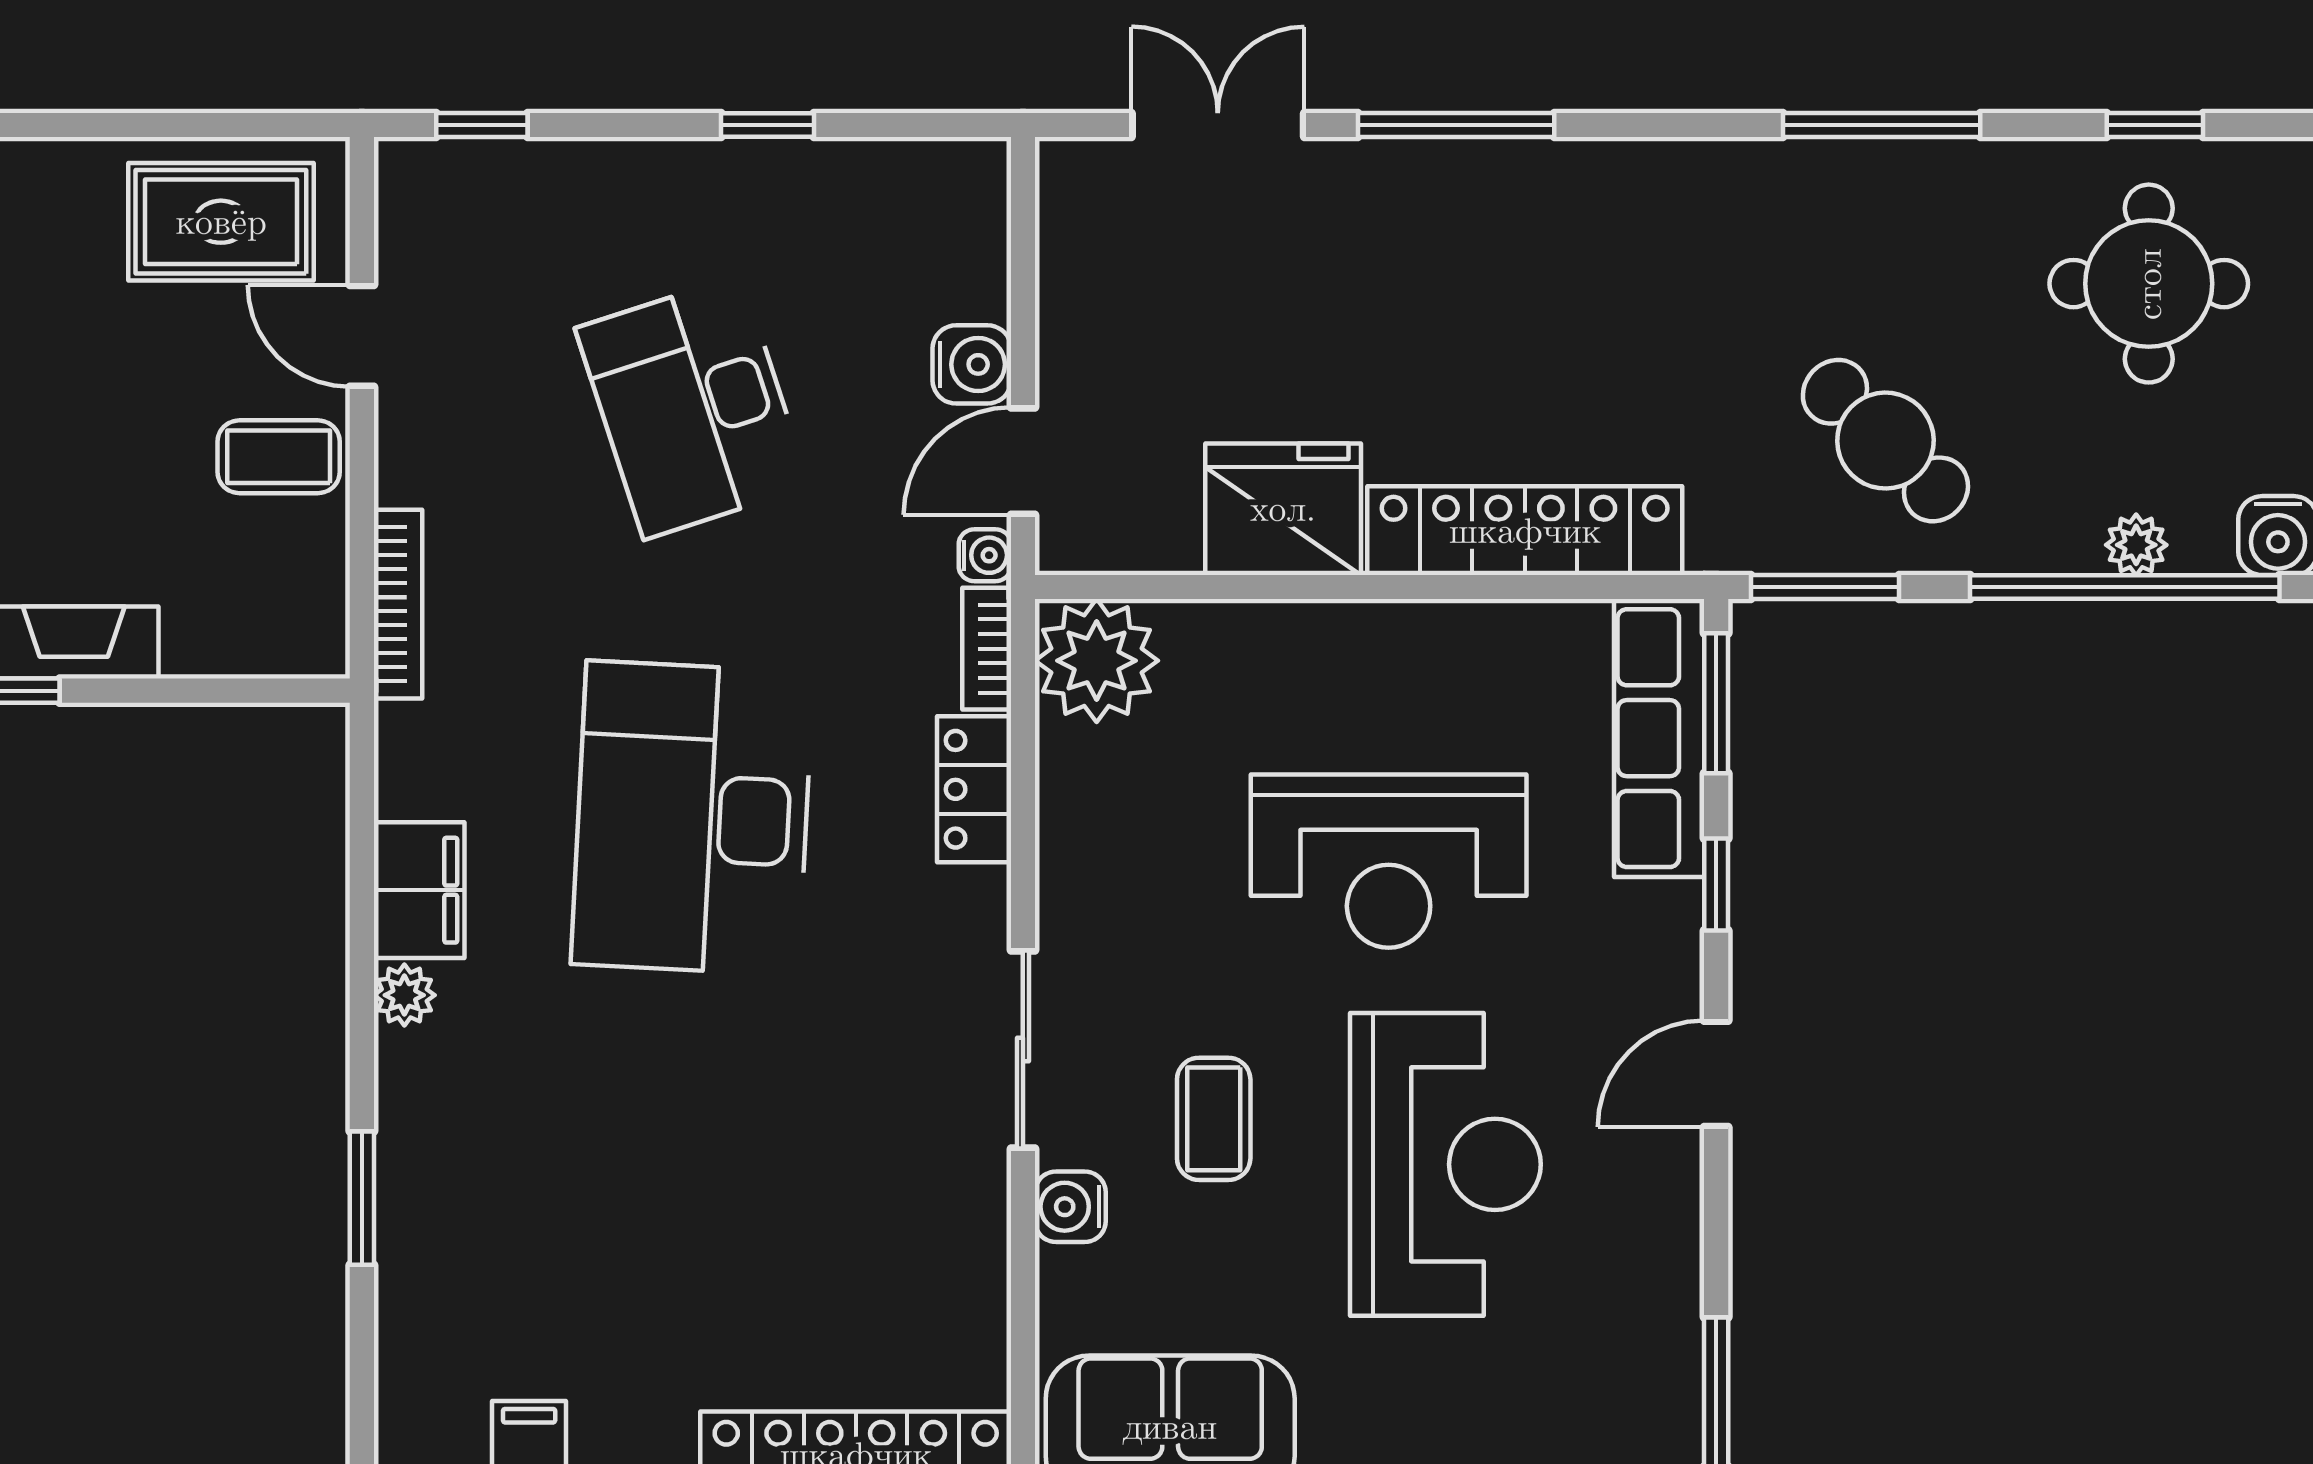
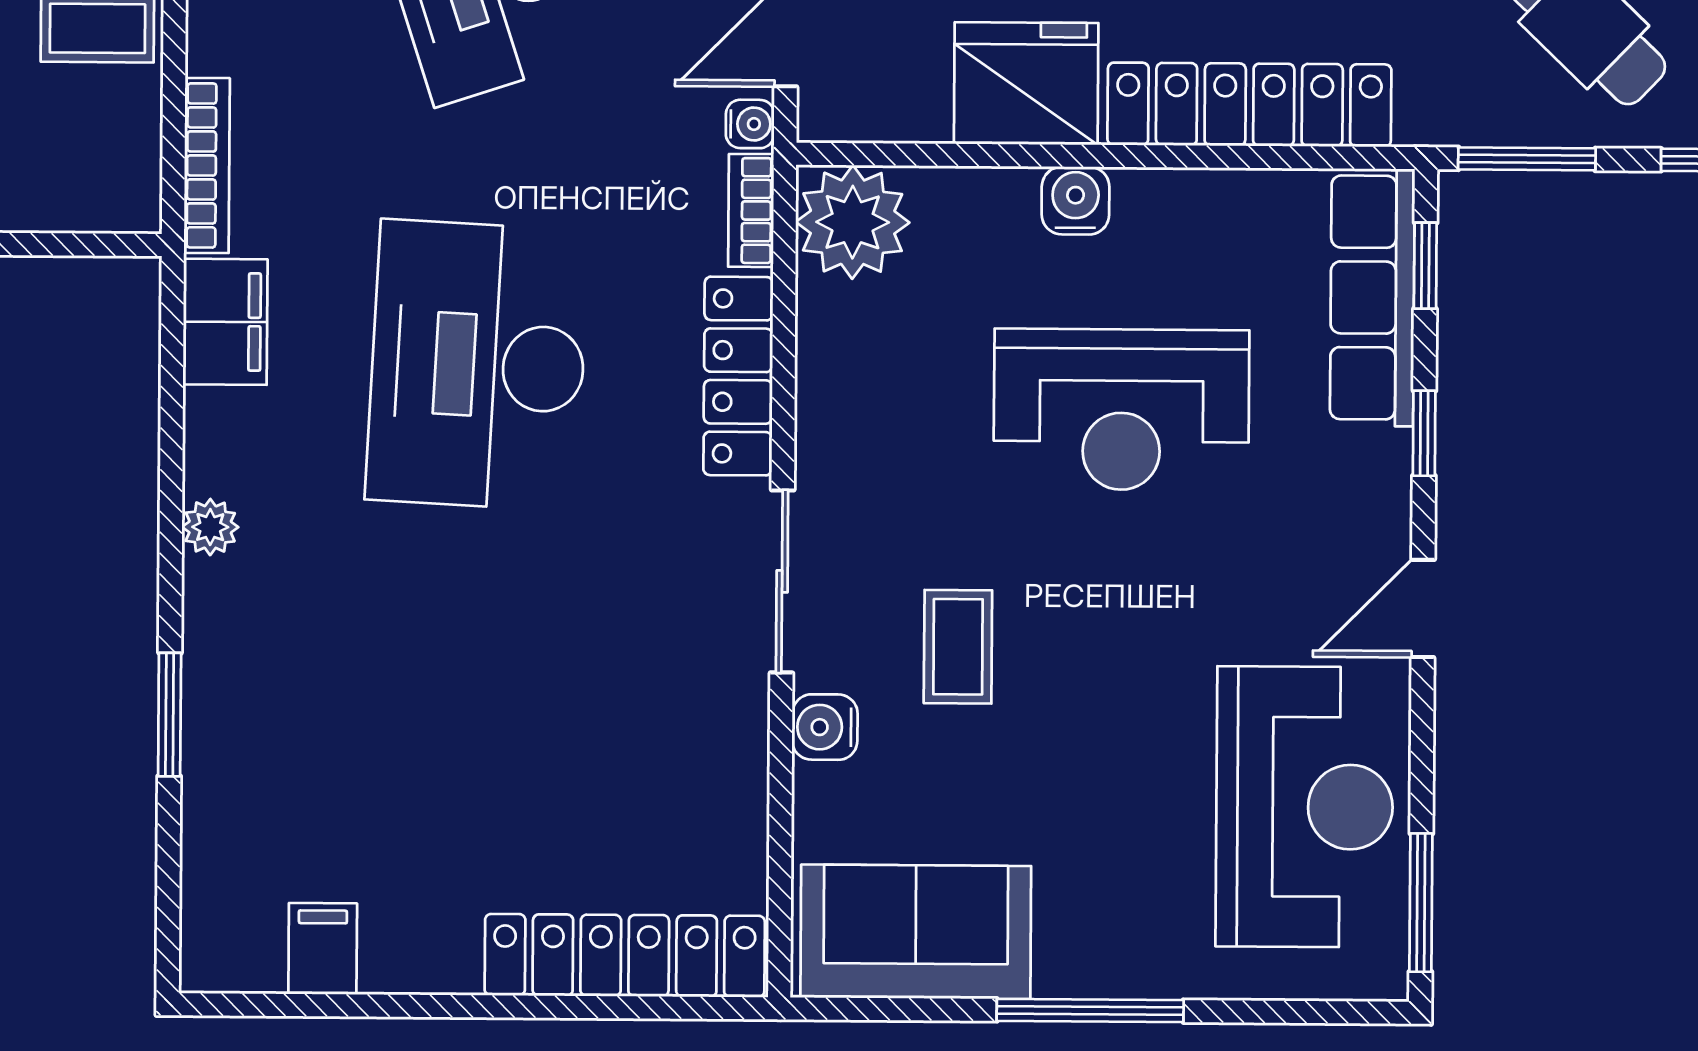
water cooler: (1337, 636) -> (1075, 201), added
window: (1716, 703) -> (1425, 266), width x0.67
locker: (974, 789) -> (738, 376), width x1.53
filing cabinet: (419, 890) -> (225, 322), moved
reception desk: (1445, 1164) -> (1304, 807), moved

